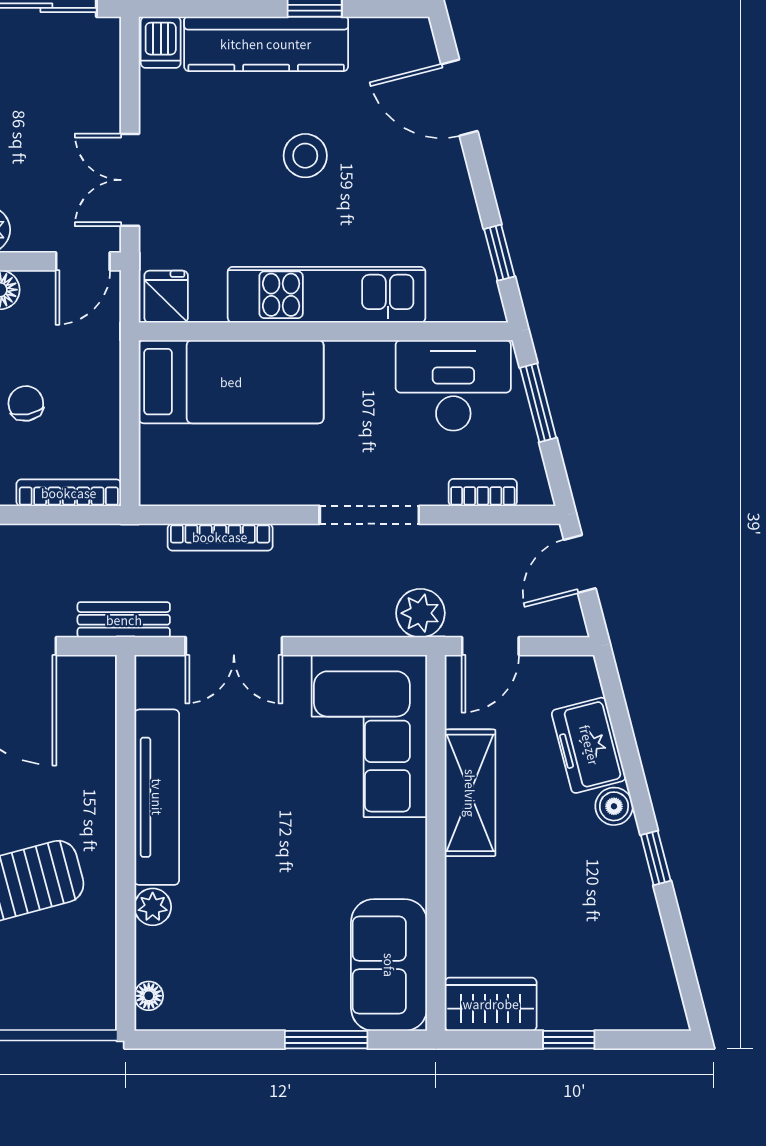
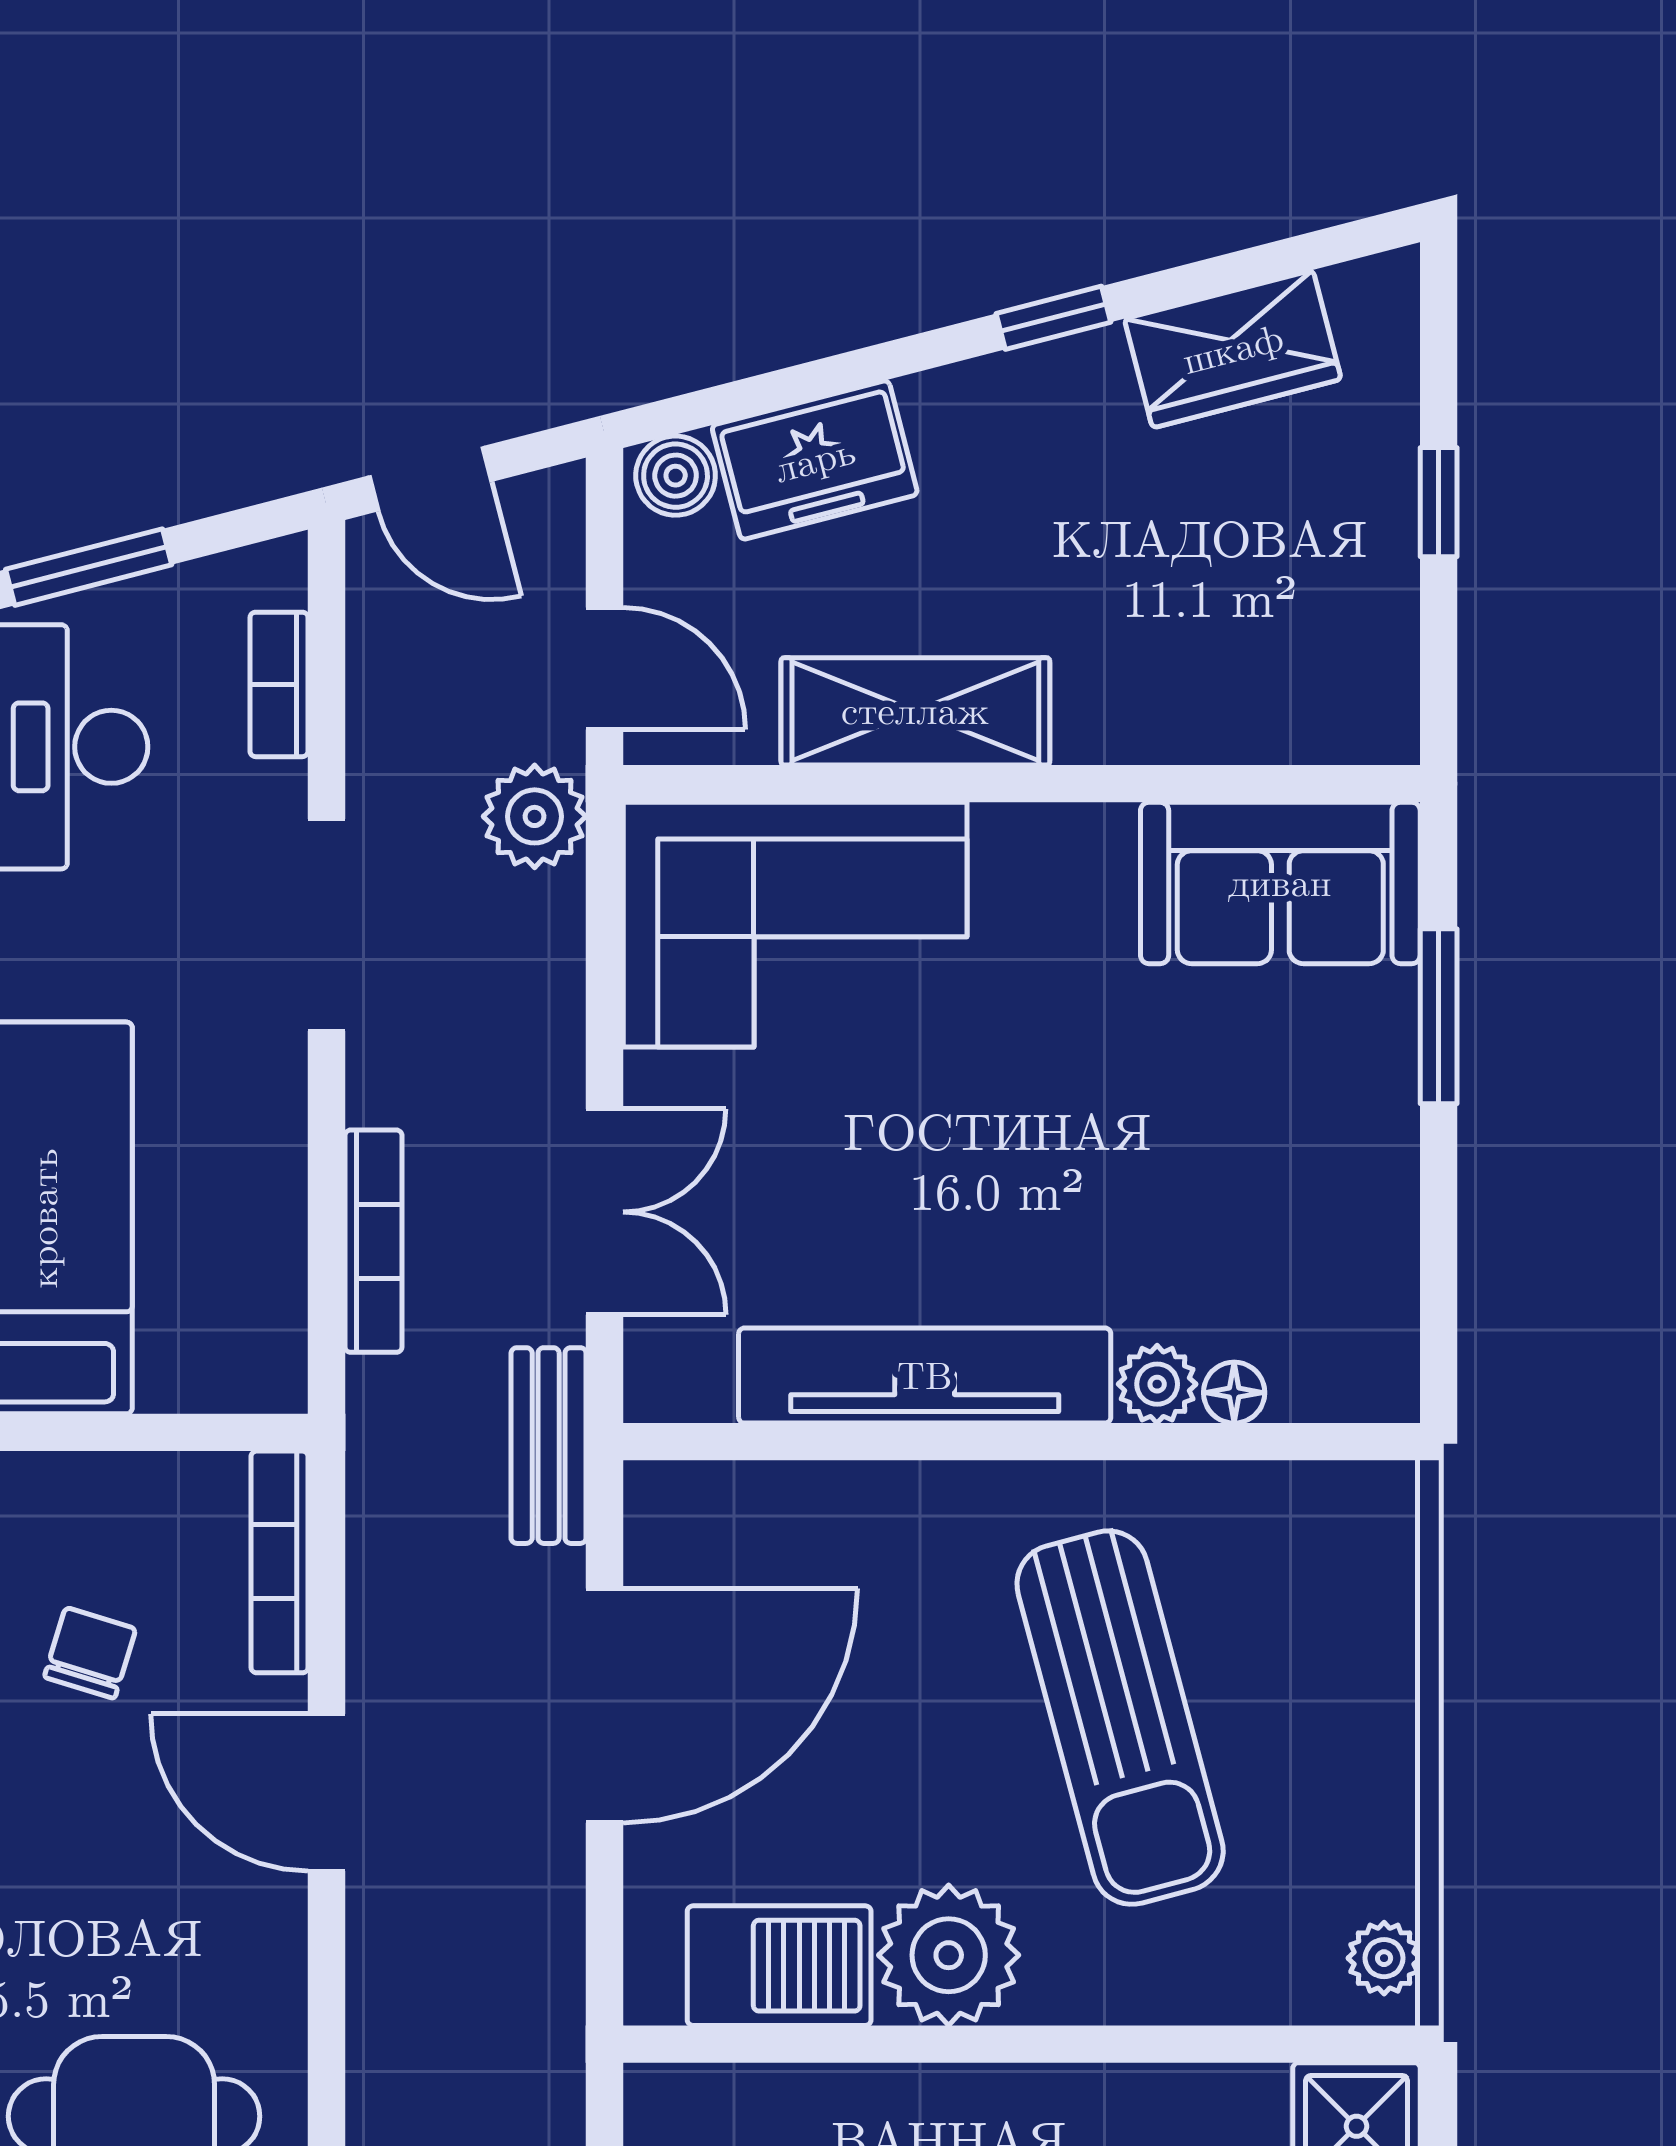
chair: (26, 403) -> (90, 1653), turned 117
boiler: (614, 806) -> (676, 476), moved
floor lamp: (149, 996) -> (1234, 1393), moved
wardrobe: (491, 1004) -> (1233, 349), moved, turned -104

